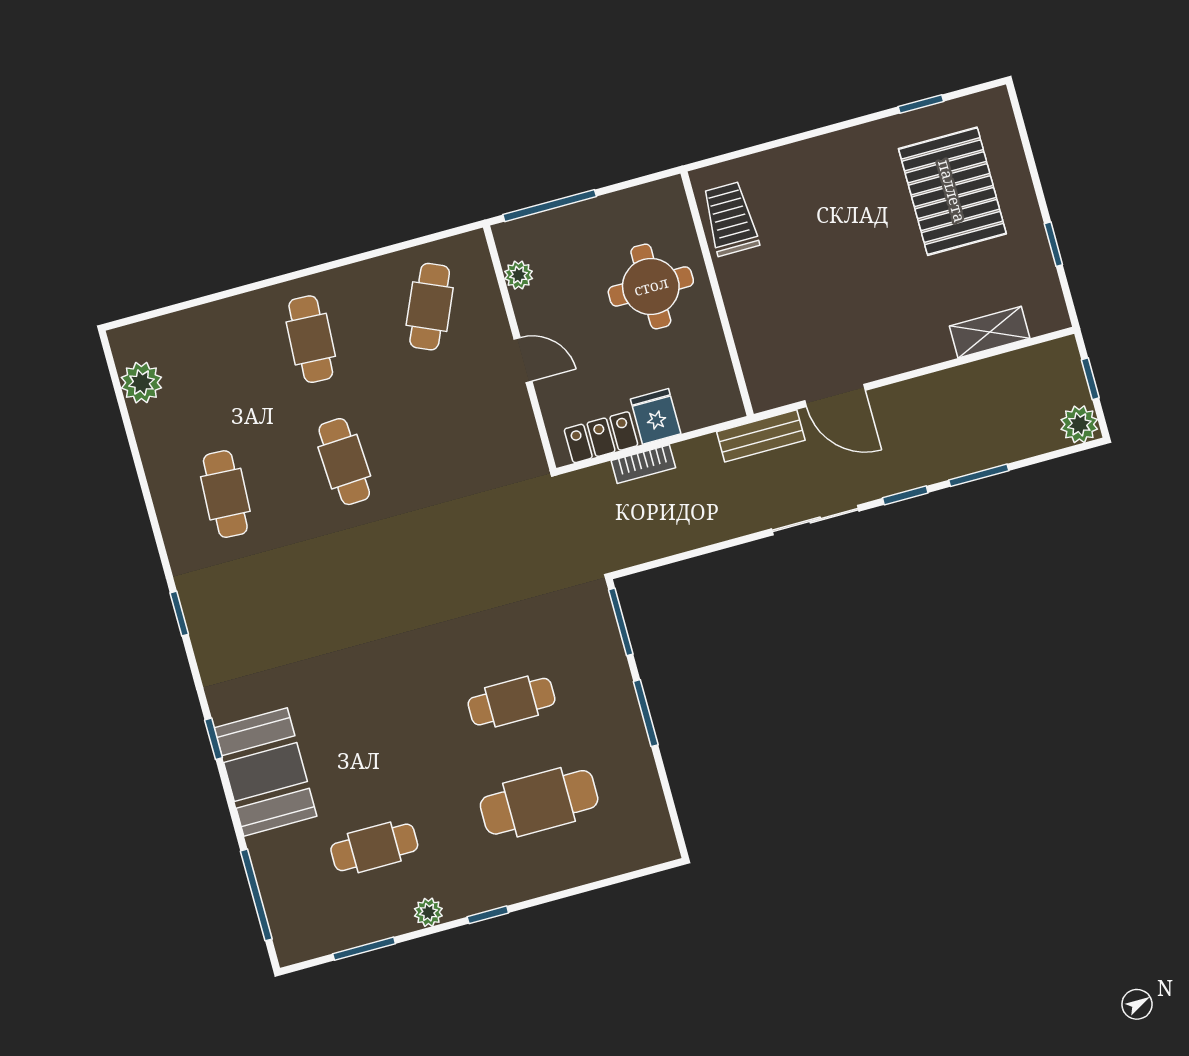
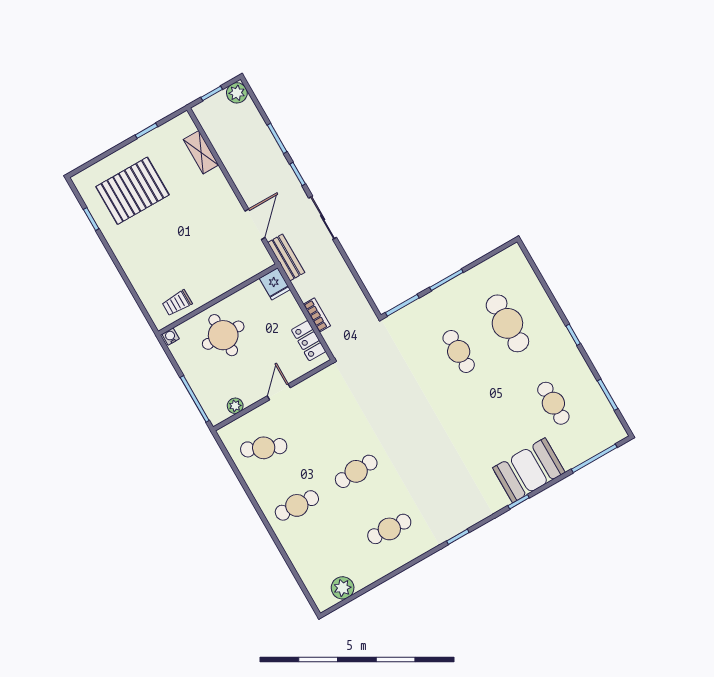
water cooler: (673, 192) -> (171, 336), added
trolley: (730, 219) -> (177, 303), width x0.73, depth x0.72
fridge: (656, 416) -> (275, 284), moved, turned -90
plant: (428, 912) -> (580, 366), removed

